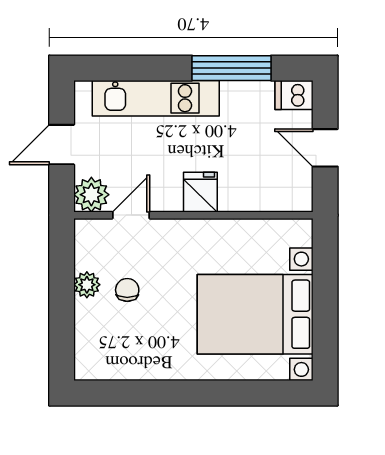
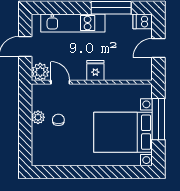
door: (325, 148) -> (158, 48), hinge flipped
door: (131, 215) -> (60, 82), hinge flipped
window: (325, 289) -> (158, 119), added

